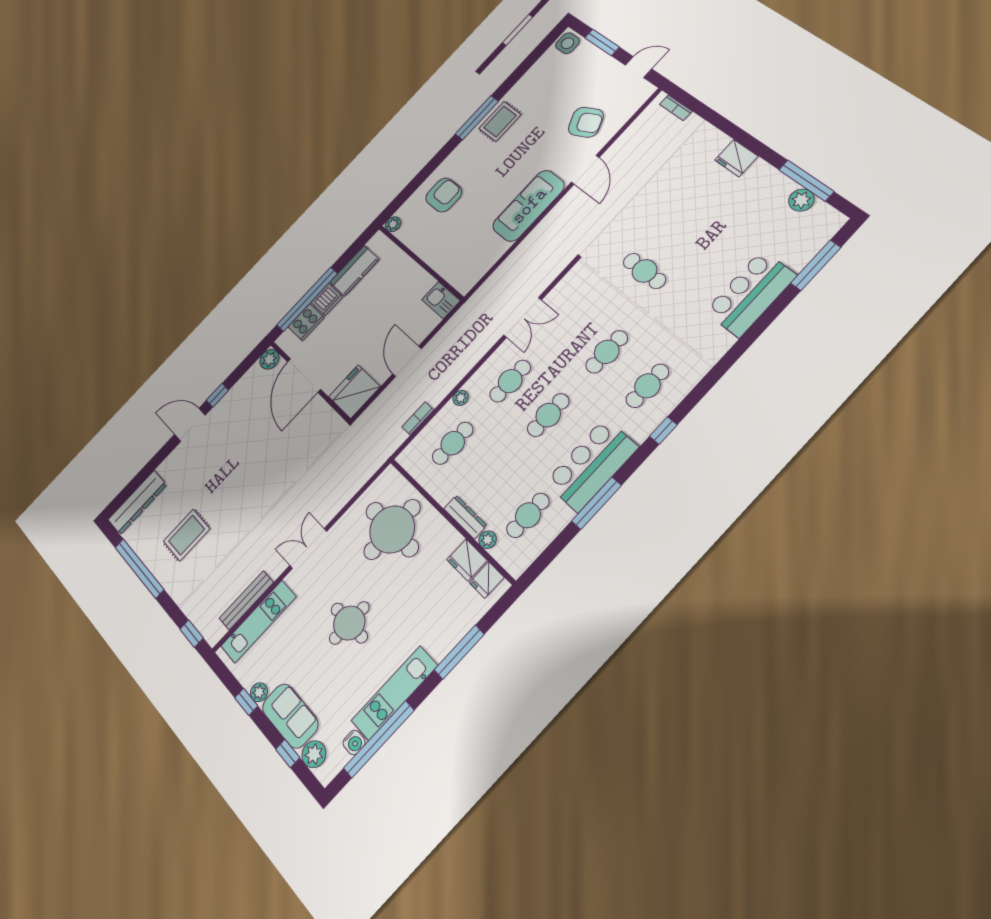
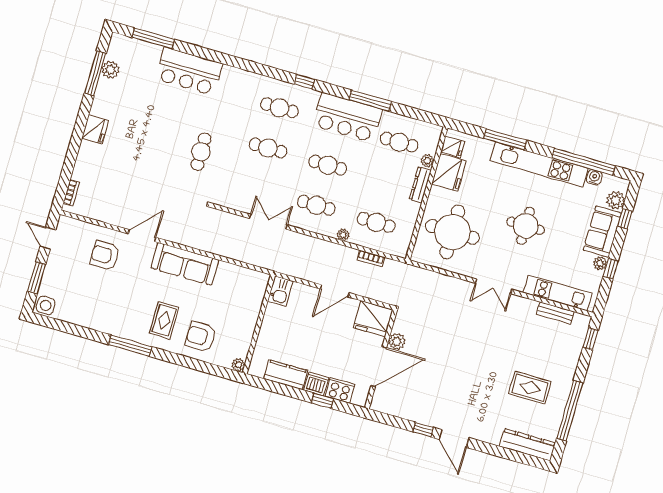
rug: (500, 122) -> (164, 320), moved, turned 90
armchair: (586, 122) -> (105, 255), turned -65
window: (307, 299) -> (322, 401), width x0.32
plant: (269, 359) -> (397, 341), moved
fridge: (467, 560) -> (449, 172), width x1.36, depth x1.34
bench: (246, 600) -> (555, 313), width x0.73
kitchen unit: (395, 693) -> (539, 164), width x1.36

